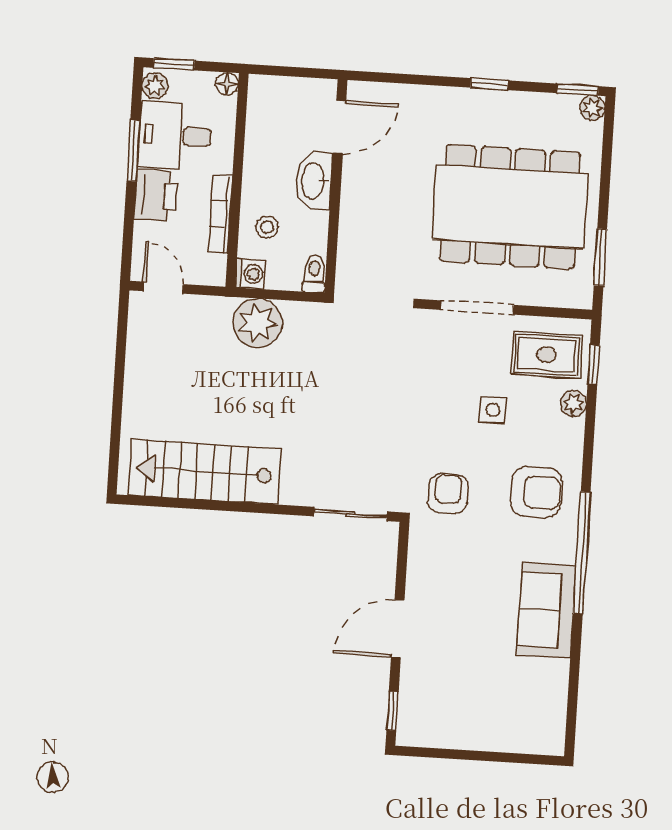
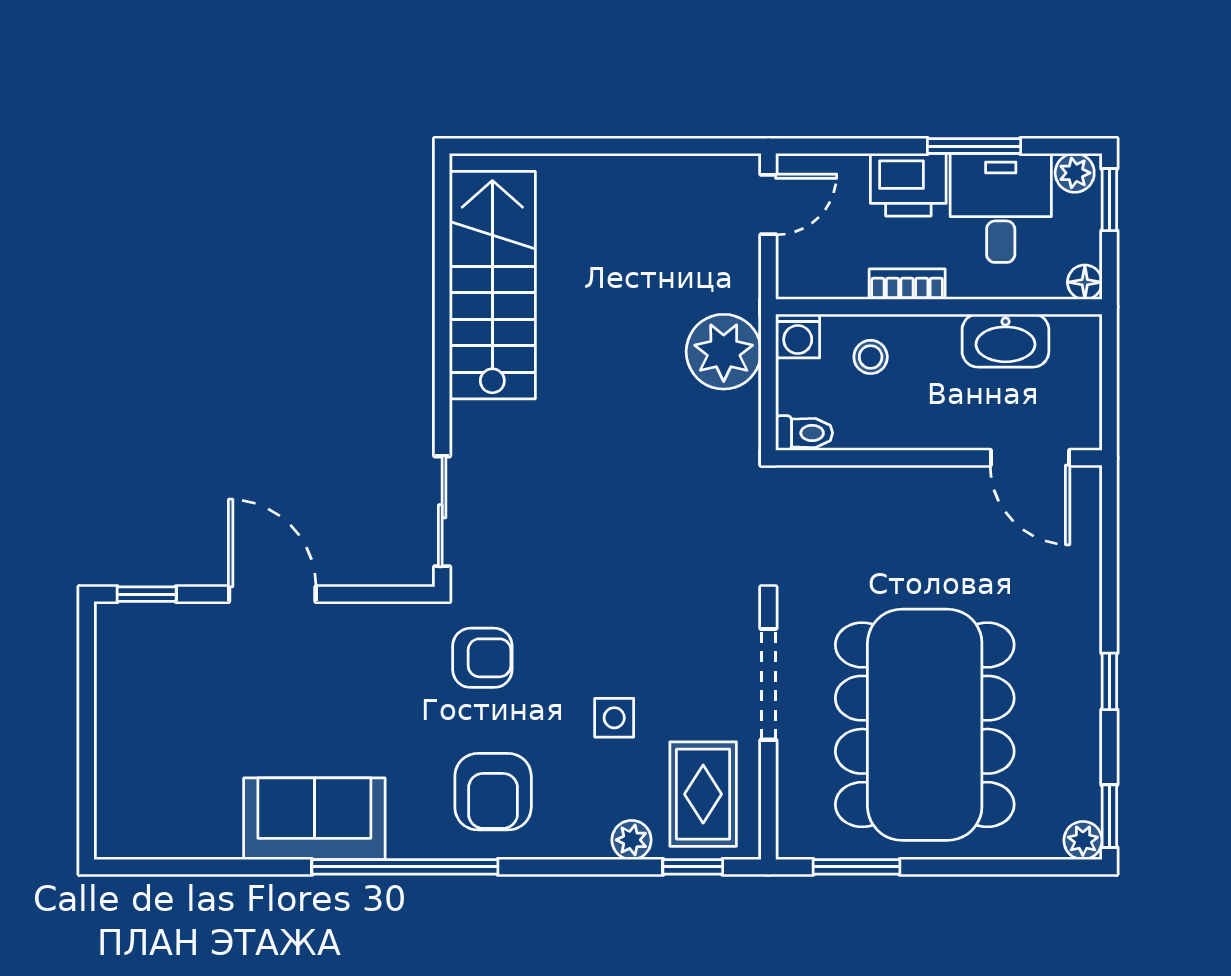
washbasin: (314, 181) -> (1005, 341), moved, turned 180
bookcase: (220, 214) -> (907, 284), width x0.64

